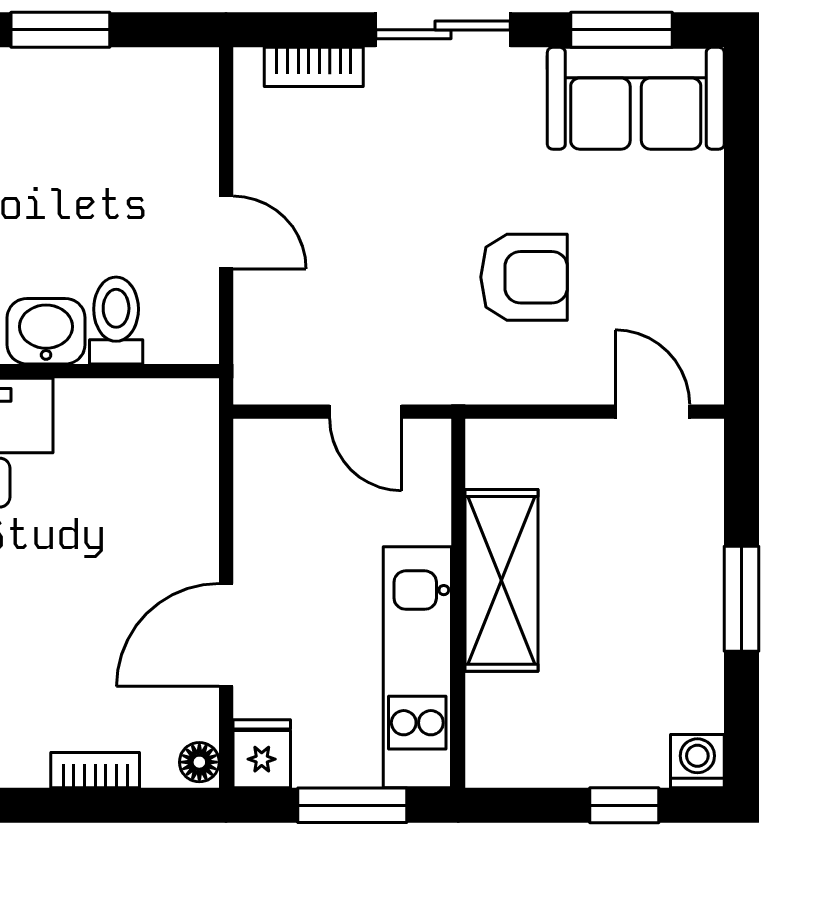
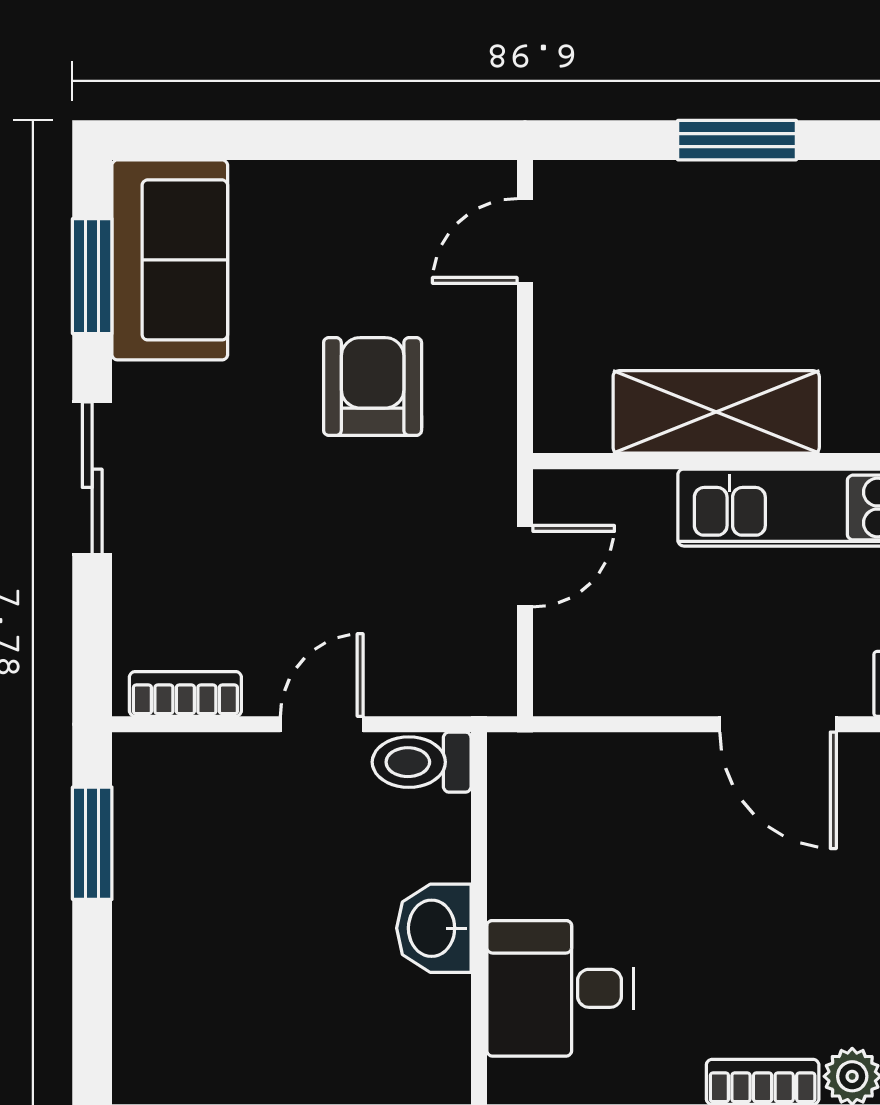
window: (60, 30) -> (92, 843), moved
bookcase: (314, 67) -> (185, 694), moved, turned -90
toilet: (116, 320) -> (422, 762), moved

